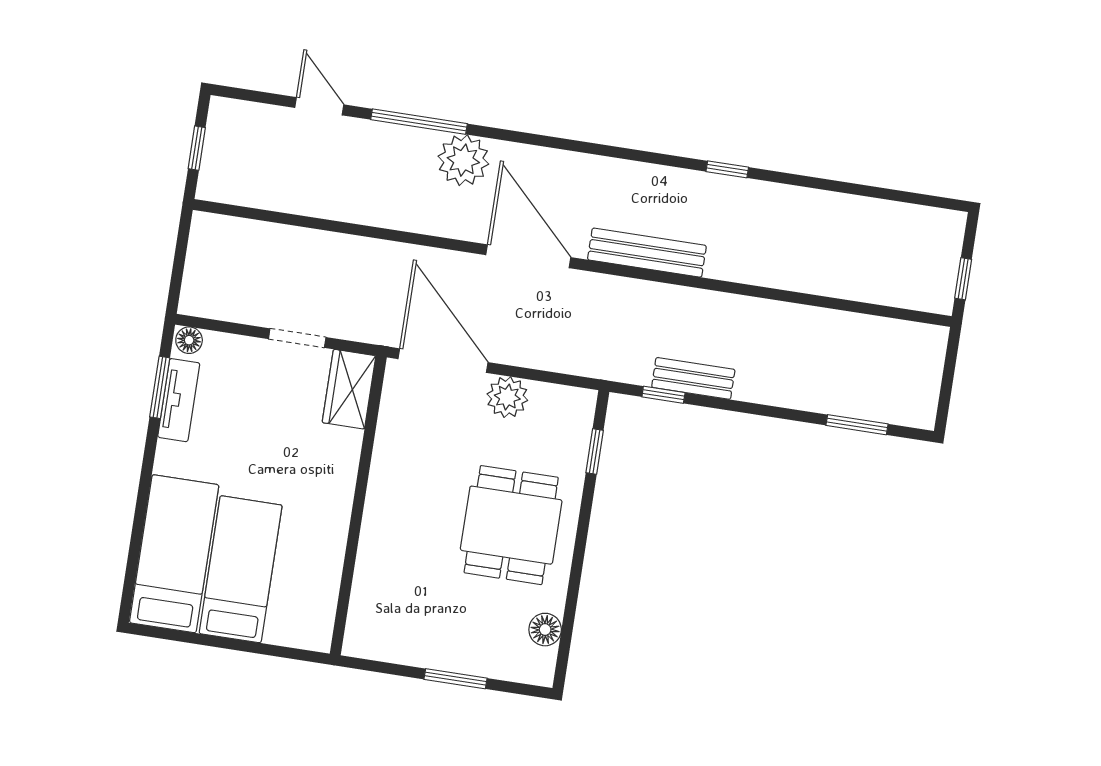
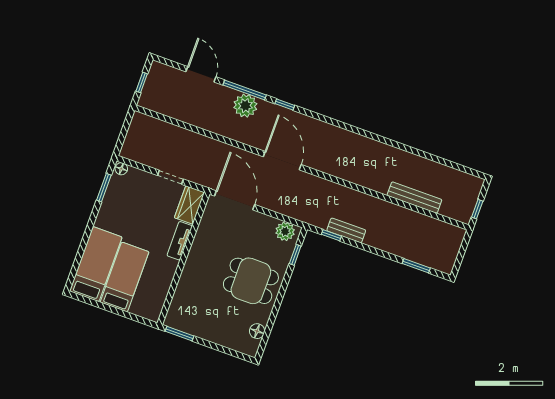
door: (319, 106) -> (201, 74), width x1.38
plant: (463, 160) -> (245, 106), moved
window: (727, 169) -> (285, 104), moved
bench: (647, 253) -> (414, 198), moved
plant: (507, 397) -> (285, 231), moved
tv unit: (179, 400) -> (180, 241), moved, turned 180
dining table: (511, 525) -> (251, 281), turned 90
window: (456, 679) -> (180, 334), moved

